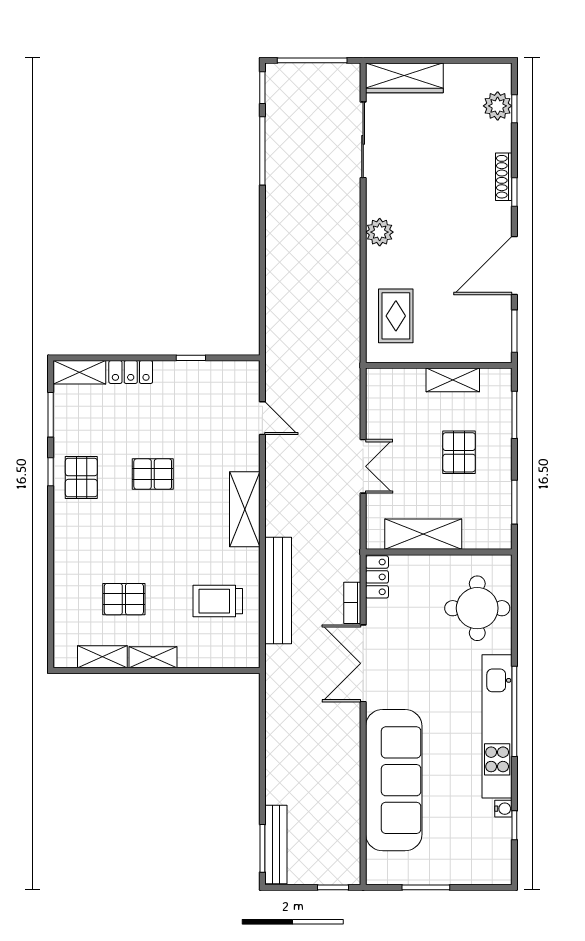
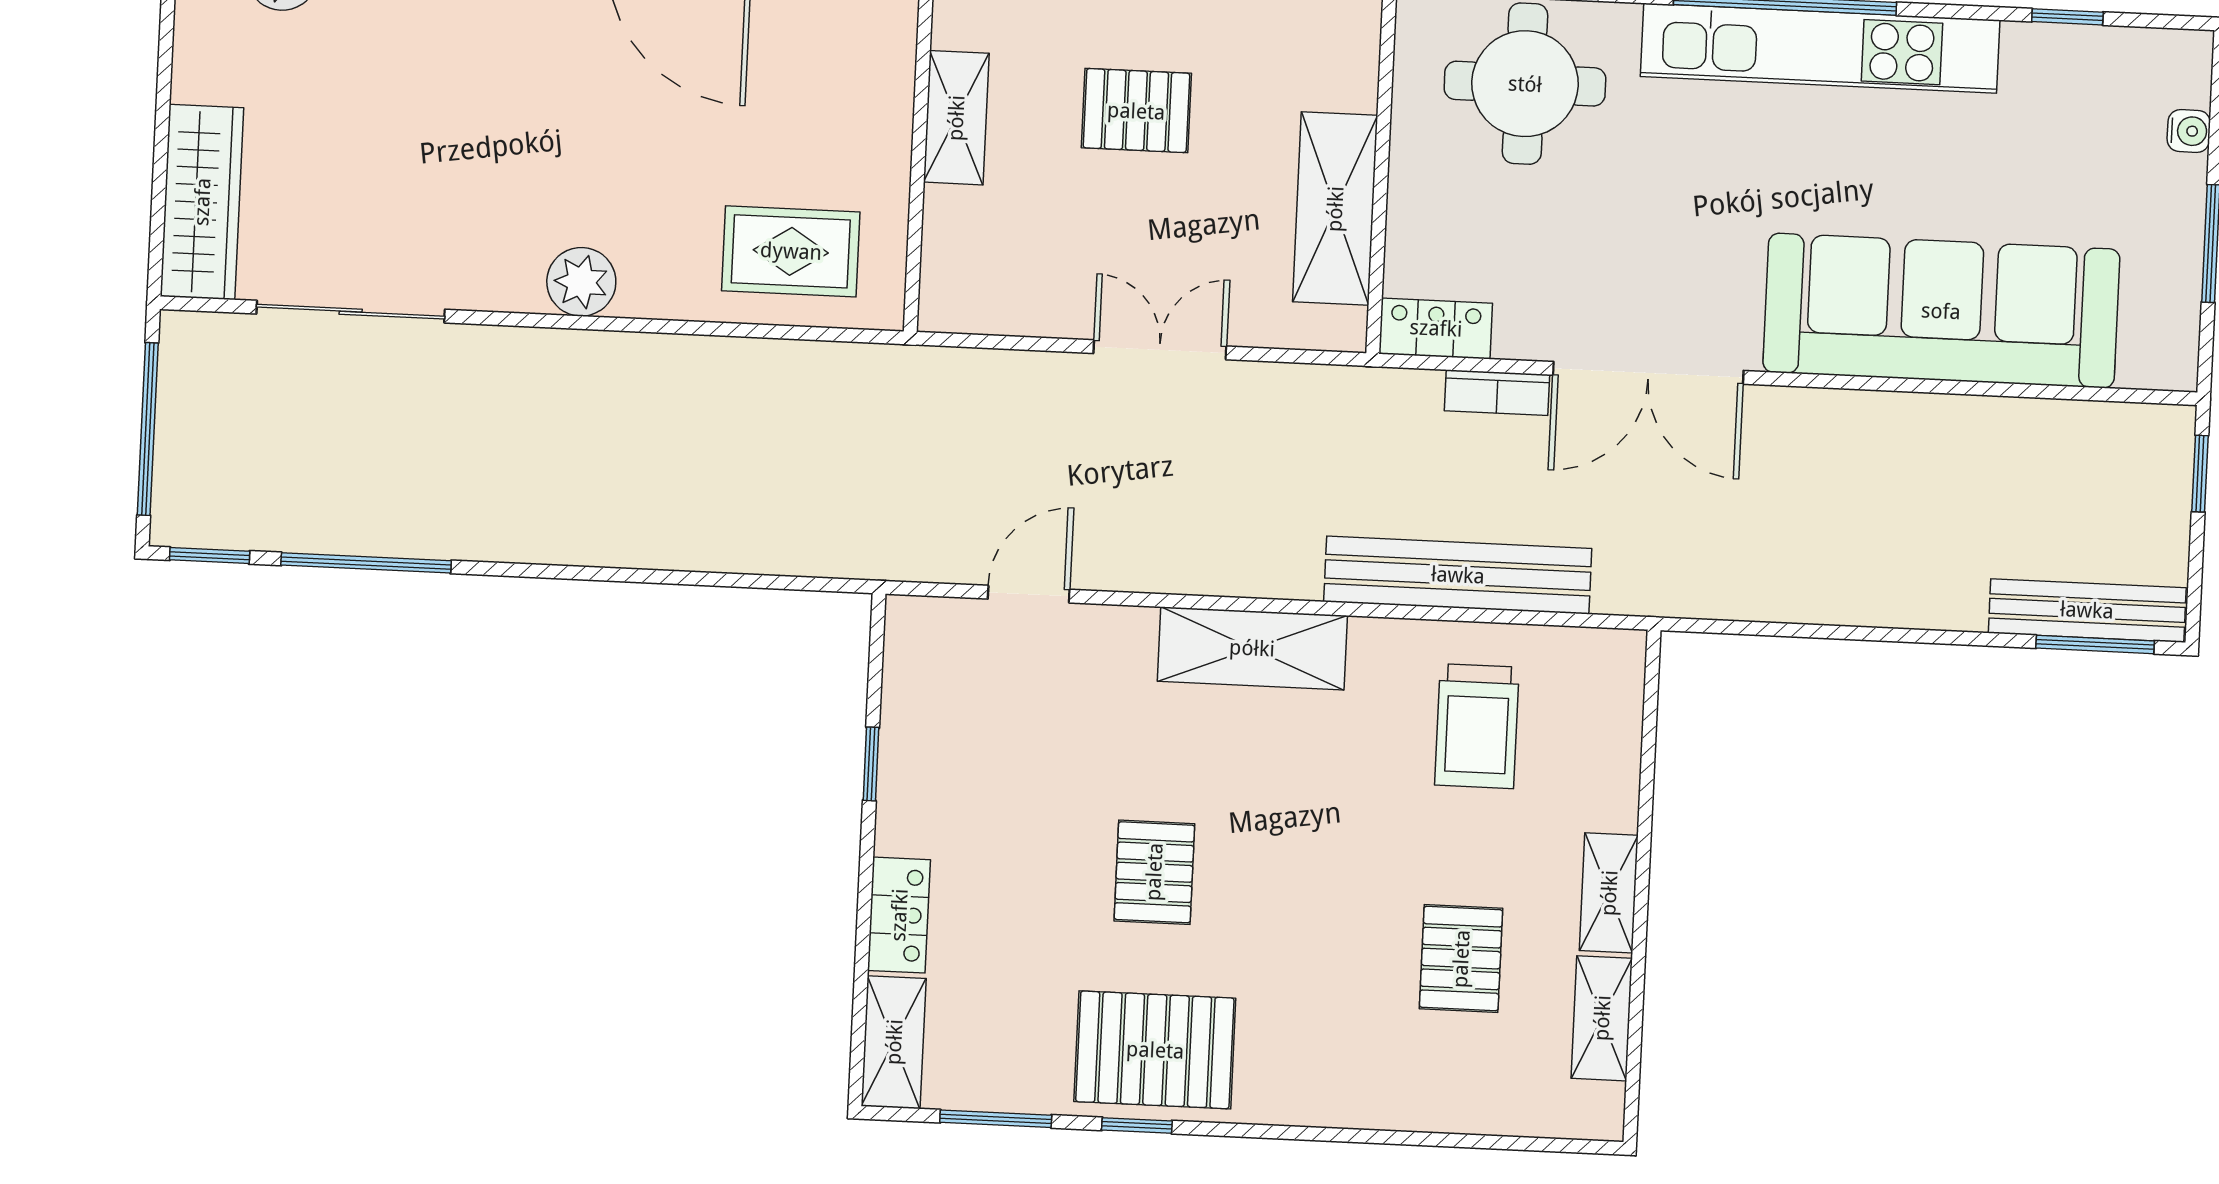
pallet: (81, 478) -> (1155, 1050), width x1.50, depth x1.42
water cooler: (503, 809) -> (2189, 131), moved, turned 90

